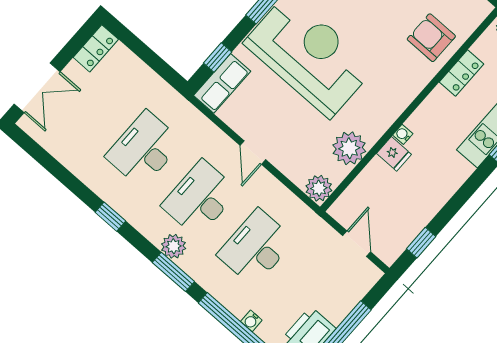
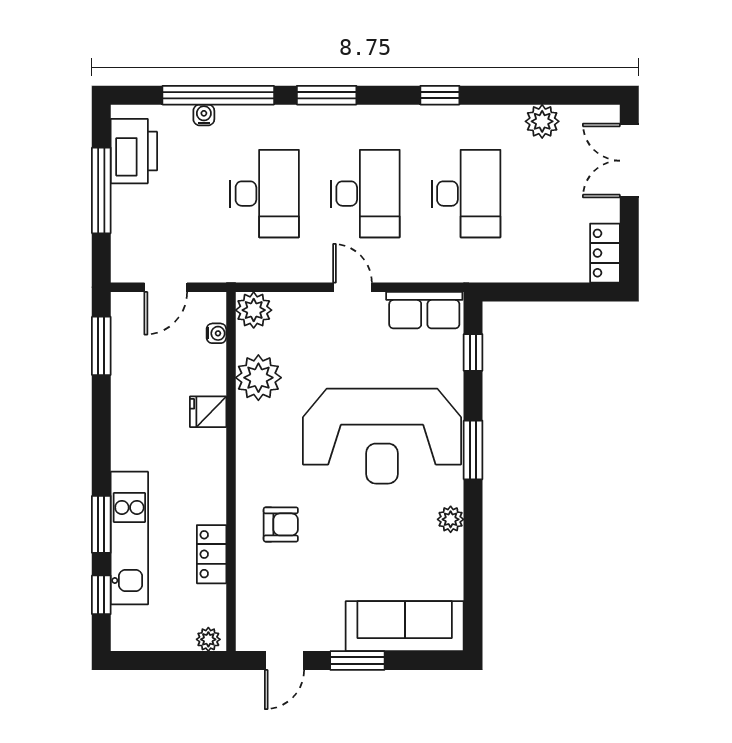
armchair: (431, 38) -> (281, 524), moved, width x0.72, depth x0.72
row of seats: (222, 83) -> (424, 310), moved, turned -90
water cooler: (403, 134) -> (216, 333), moved
window: (421, 243) -> (101, 346), width x1.50
door: (357, 244) -> (166, 287), hinge flipped
plant: (174, 246) -> (542, 121), moved

